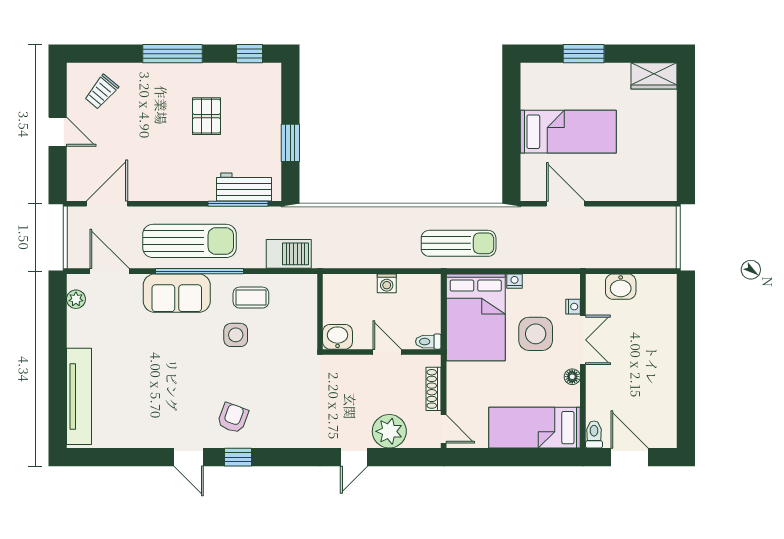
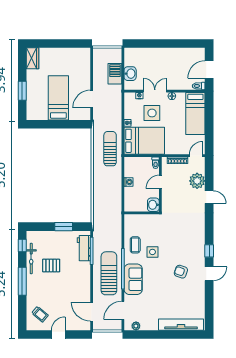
bicycle: (221, 73) -> (31, 259), added
barbecue: (289, 254) -> (115, 74), moved
armchair: (233, 418) -> (181, 272), moved

